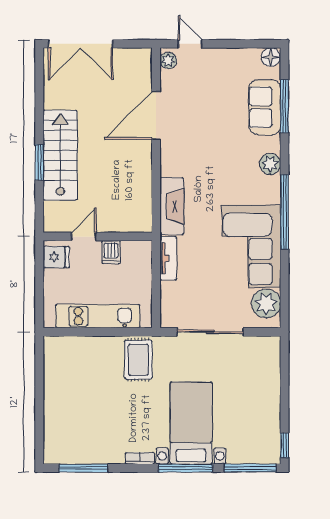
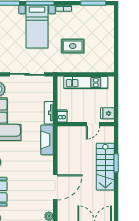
dishwasher: (111, 252) -> (62, 116), moved
rug: (138, 360) -> (73, 46), moved, turned 90

